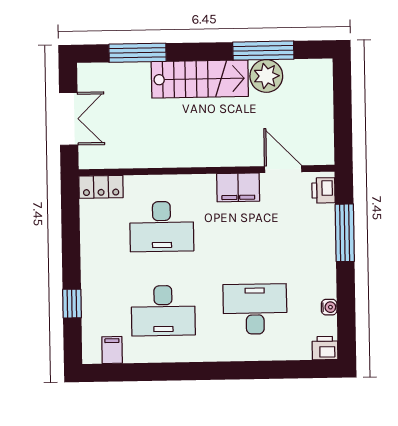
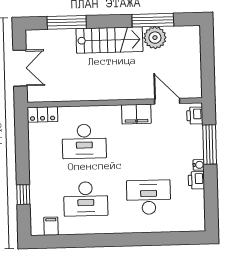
water cooler: (329, 307) -> (199, 165), moved
printer: (325, 348) -> (196, 180), moved, turned -90

